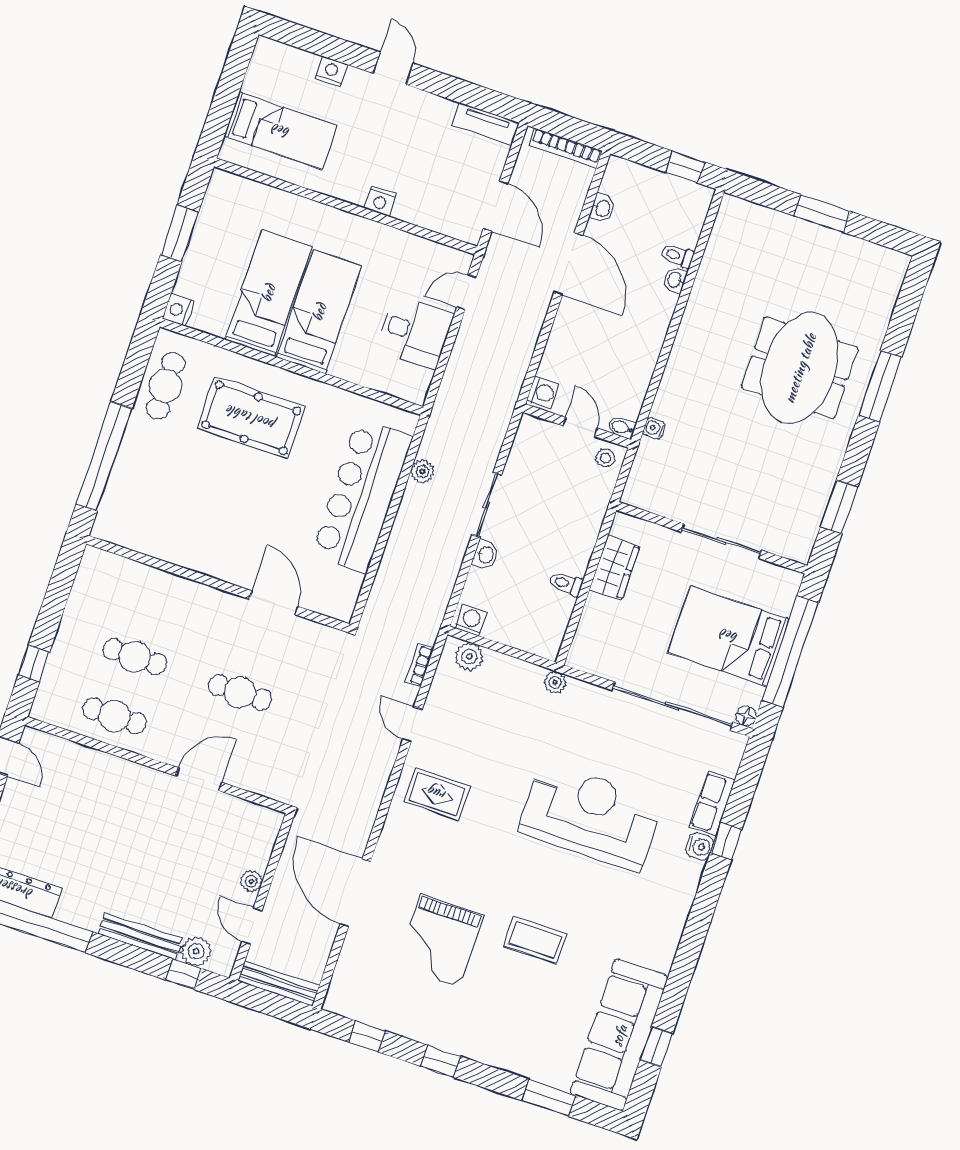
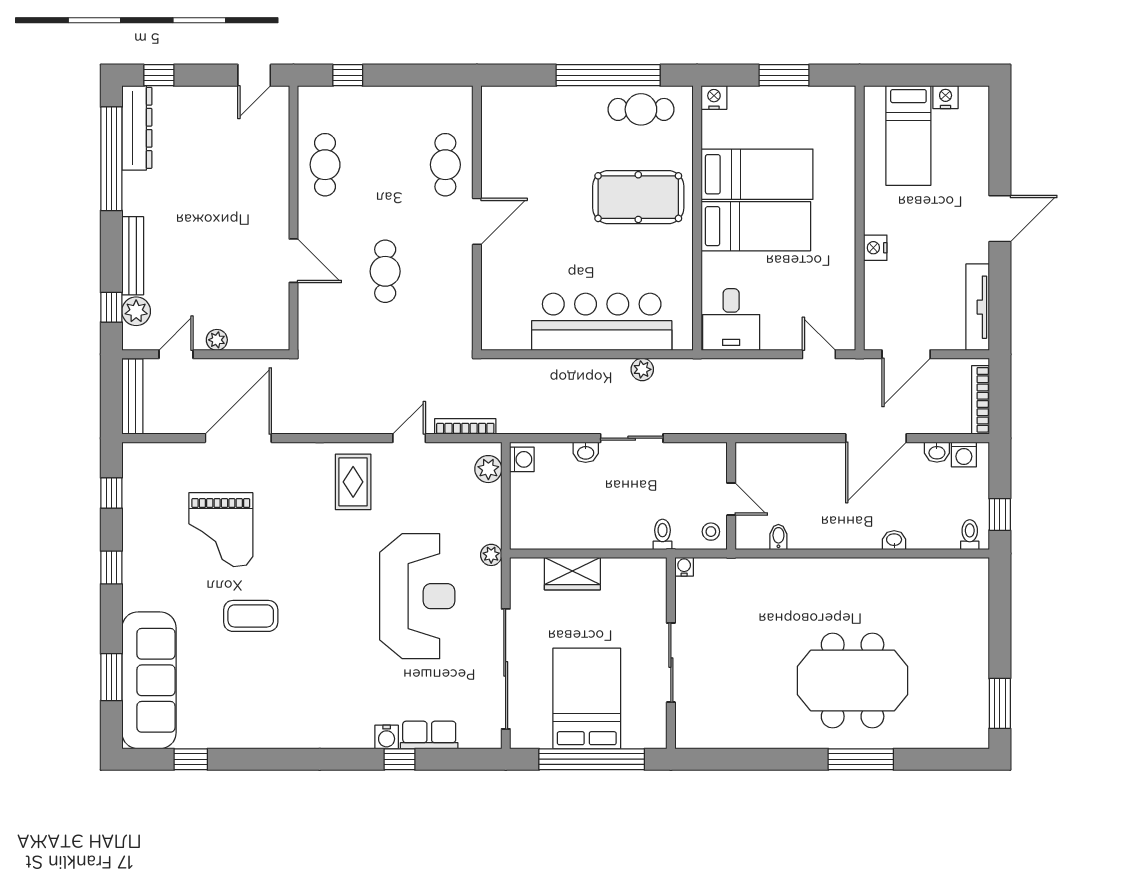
door: (393, 68) -> (1000, 219), width x1.38
nightstand: (331, 71) -> (946, 97), moved, turned -90
tv unit: (485, 124) -> (978, 307), width x1.41
window: (822, 214) -> (1000, 703), moved
toilet: (677, 256) -> (970, 535), moved
desk: (415, 332) -> (731, 320), moved
washing machine: (543, 392) -> (964, 454), moved
pool table: (251, 418) -> (638, 197), turned 90
door: (580, 427) -> (731, 499), hinge flipped
bidet: (622, 427) -> (778, 537), moved
water cooler: (654, 428) -> (684, 567), moved
window: (104, 457) -> (608, 75), moved
window: (839, 507) -> (738, 759), removed
wardrobe: (614, 568) -> (572, 574), moved
toilet: (566, 584) -> (663, 534), moved
door: (274, 603) -> (477, 221), moved
cafe table: (135, 657) -> (445, 165), moved
bookcase: (420, 665) -> (465, 426), width x1.56
floor lamp: (746, 716) -> (519, 739), removed
reception desk: (590, 816) -> (417, 596), moved
coffee table: (535, 940) -> (251, 616), turned 90
grand piano: (440, 941) -> (221, 530), turned -90
sofa: (619, 1035) -> (149, 680), moved, turned 90

